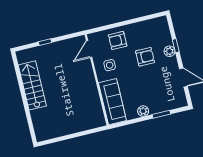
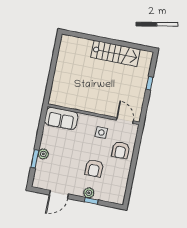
armchair: (118, 40) -> (121, 150), turned 180
sofa: (112, 102) -> (61, 118), width x0.73
plant: (143, 111) -> (43, 154), moved

